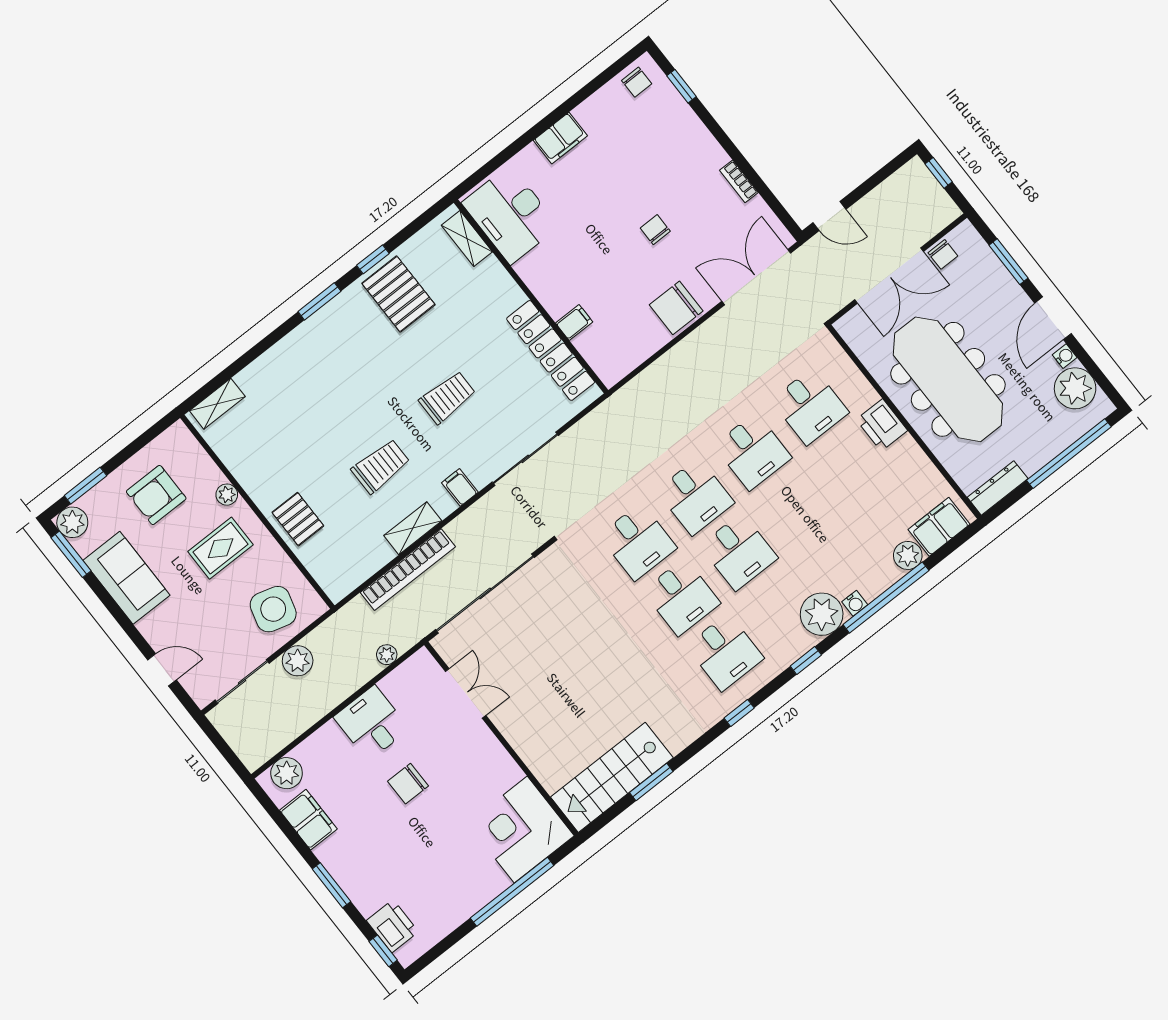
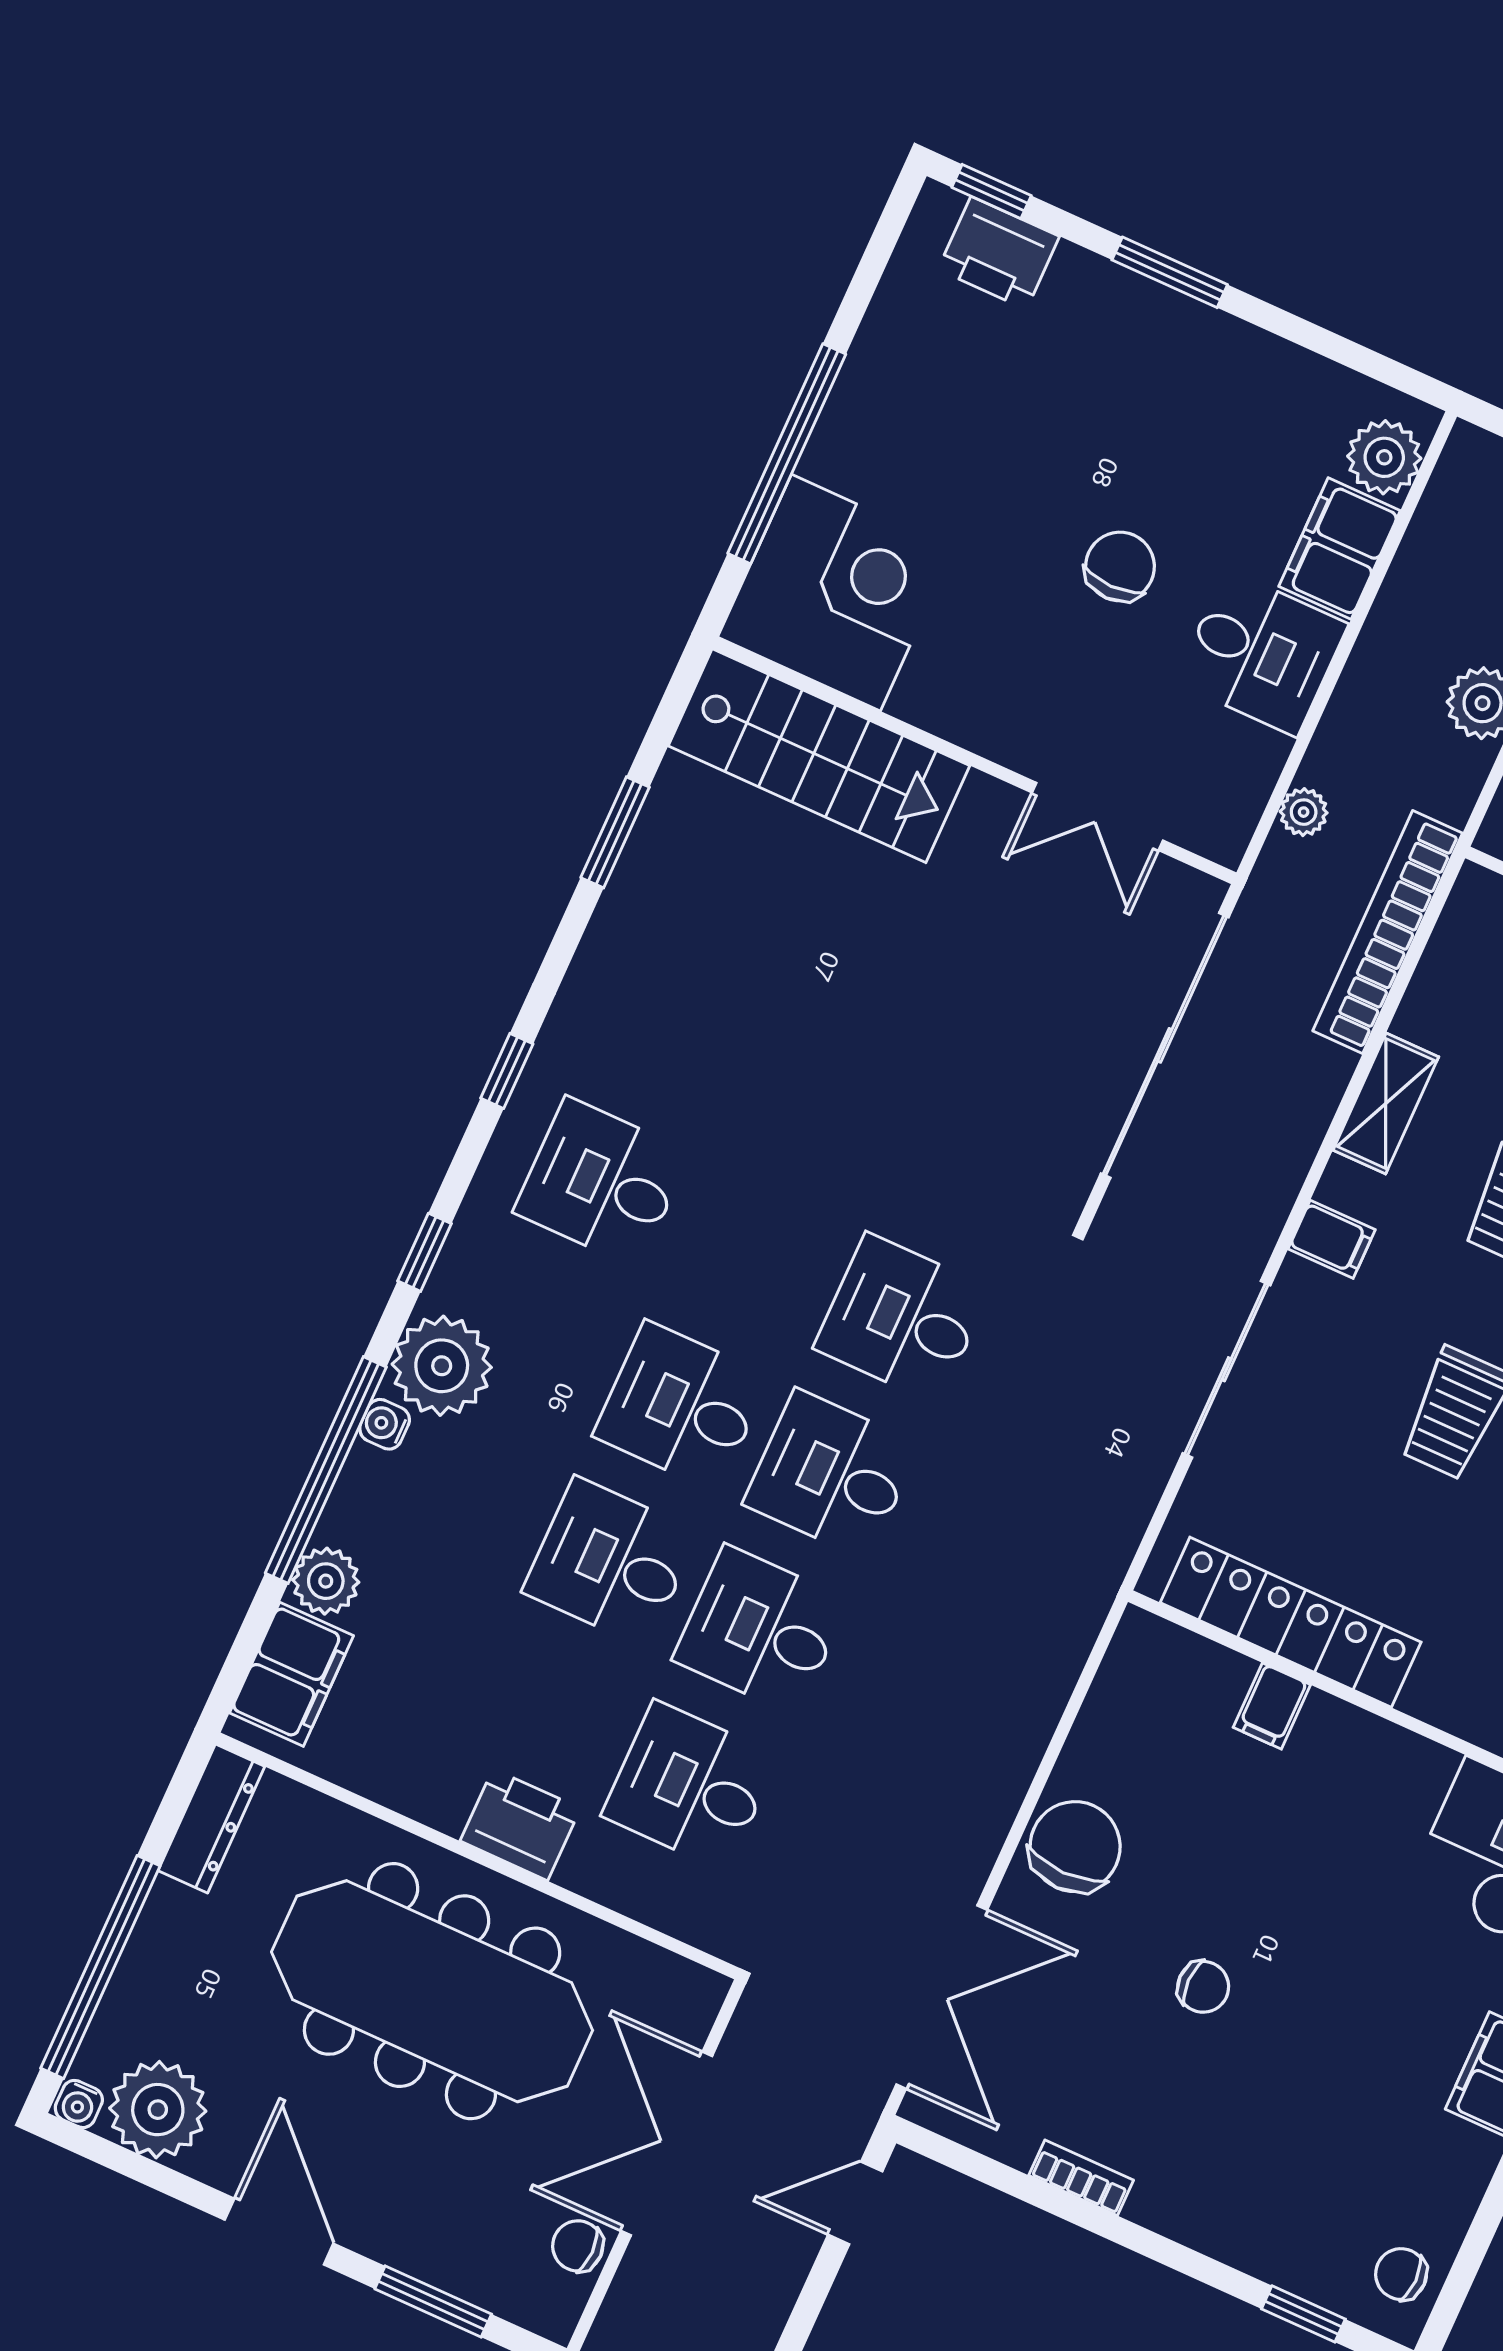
water cooler: (1065, 356) -> (79, 2104), moved
bookcase: (408, 570) -> (1388, 932), moved
desk: (681, 597) -> (611, 1562), moved
stairs: (612, 777) -> (819, 756), moved, turned 90
filing cabinet: (308, 820) -> (1340, 549), moved, turned 90

